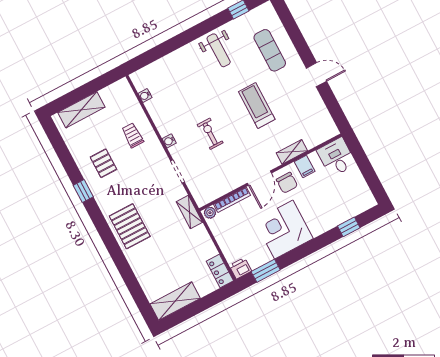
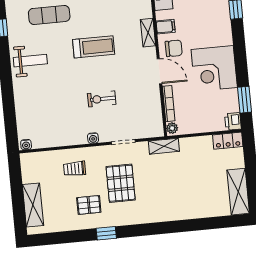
water cooler: (145, 96) -> (26, 145), moved
treadmill: (257, 106) -> (94, 47), turned 180
pallet: (130, 226) -> (121, 183), moved, turned 90

